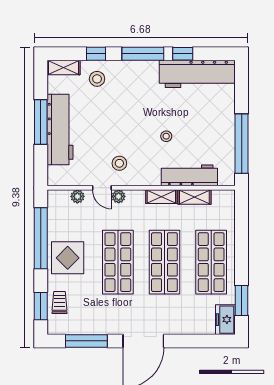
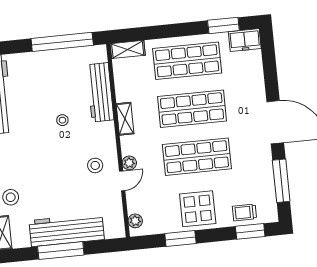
plant: (77, 196) -> (135, 221), moved
shelving: (194, 197) -> (128, 49), moved, turned 90
window: (41, 238) -> (180, 238), width x0.47

